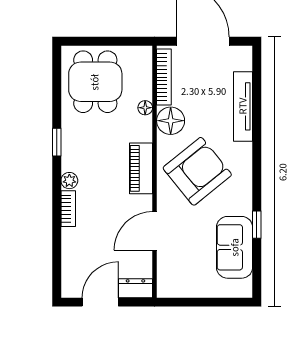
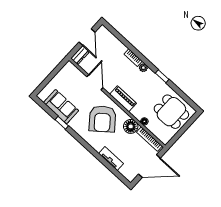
tv unit: (243, 106) -> (111, 159), width x0.71

